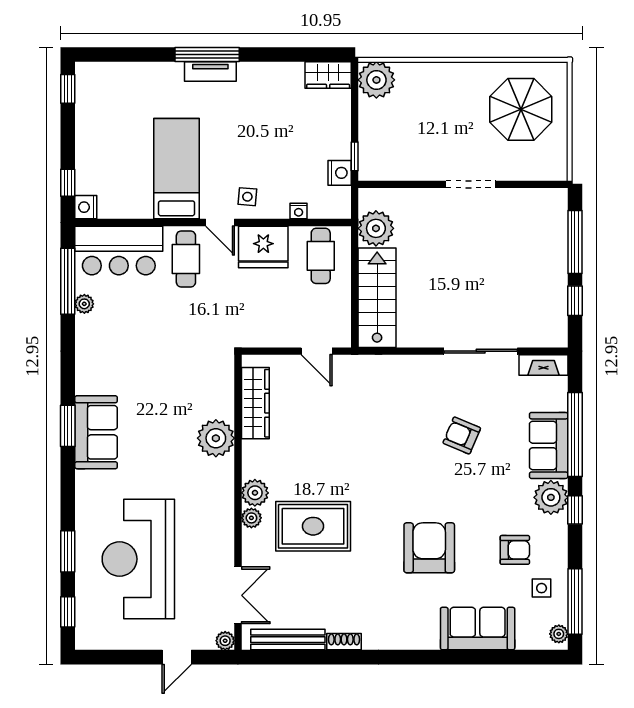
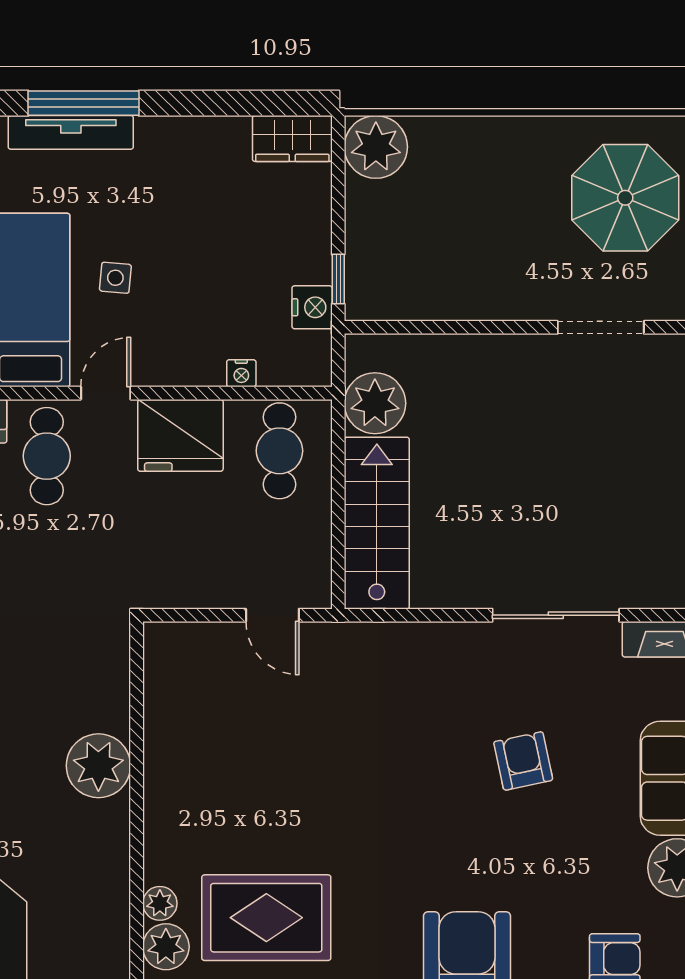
tv unit: (210, 72) -> (71, 132), width x1.41
doorway: (471, 184) -> (601, 327), moved
side table: (247, 197) -> (115, 278), moved
door: (220, 222) -> (106, 393), swing flipped
wardrobe: (255, 403) -> (167, 705), removed
armchair: (462, 435) -> (523, 761), turned 55
plant: (255, 493) -> (166, 947), moved

